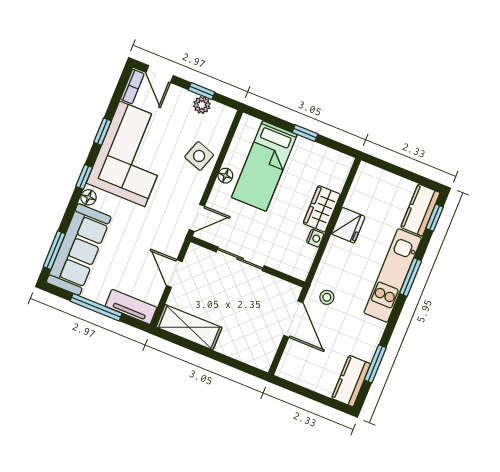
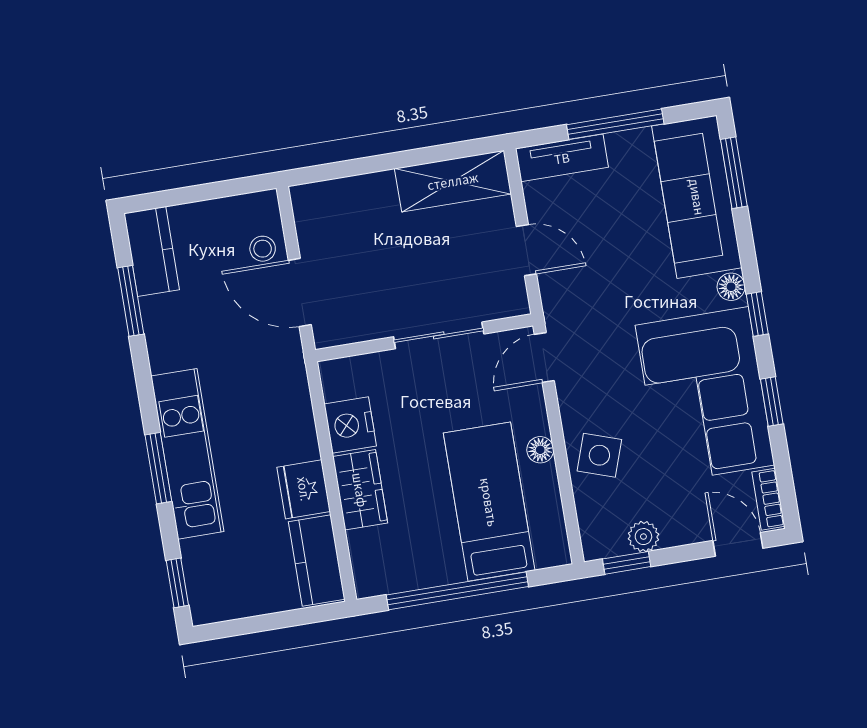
window: (201, 91) -> (627, 563), moved
window: (305, 133) -> (457, 591), width x3.17
kitchen counter: (420, 210) -> (317, 560), moved, turned 180
nightstand: (315, 238) -> (350, 425), width x1.89, depth x1.79
stool: (327, 297) -> (263, 249), moved

